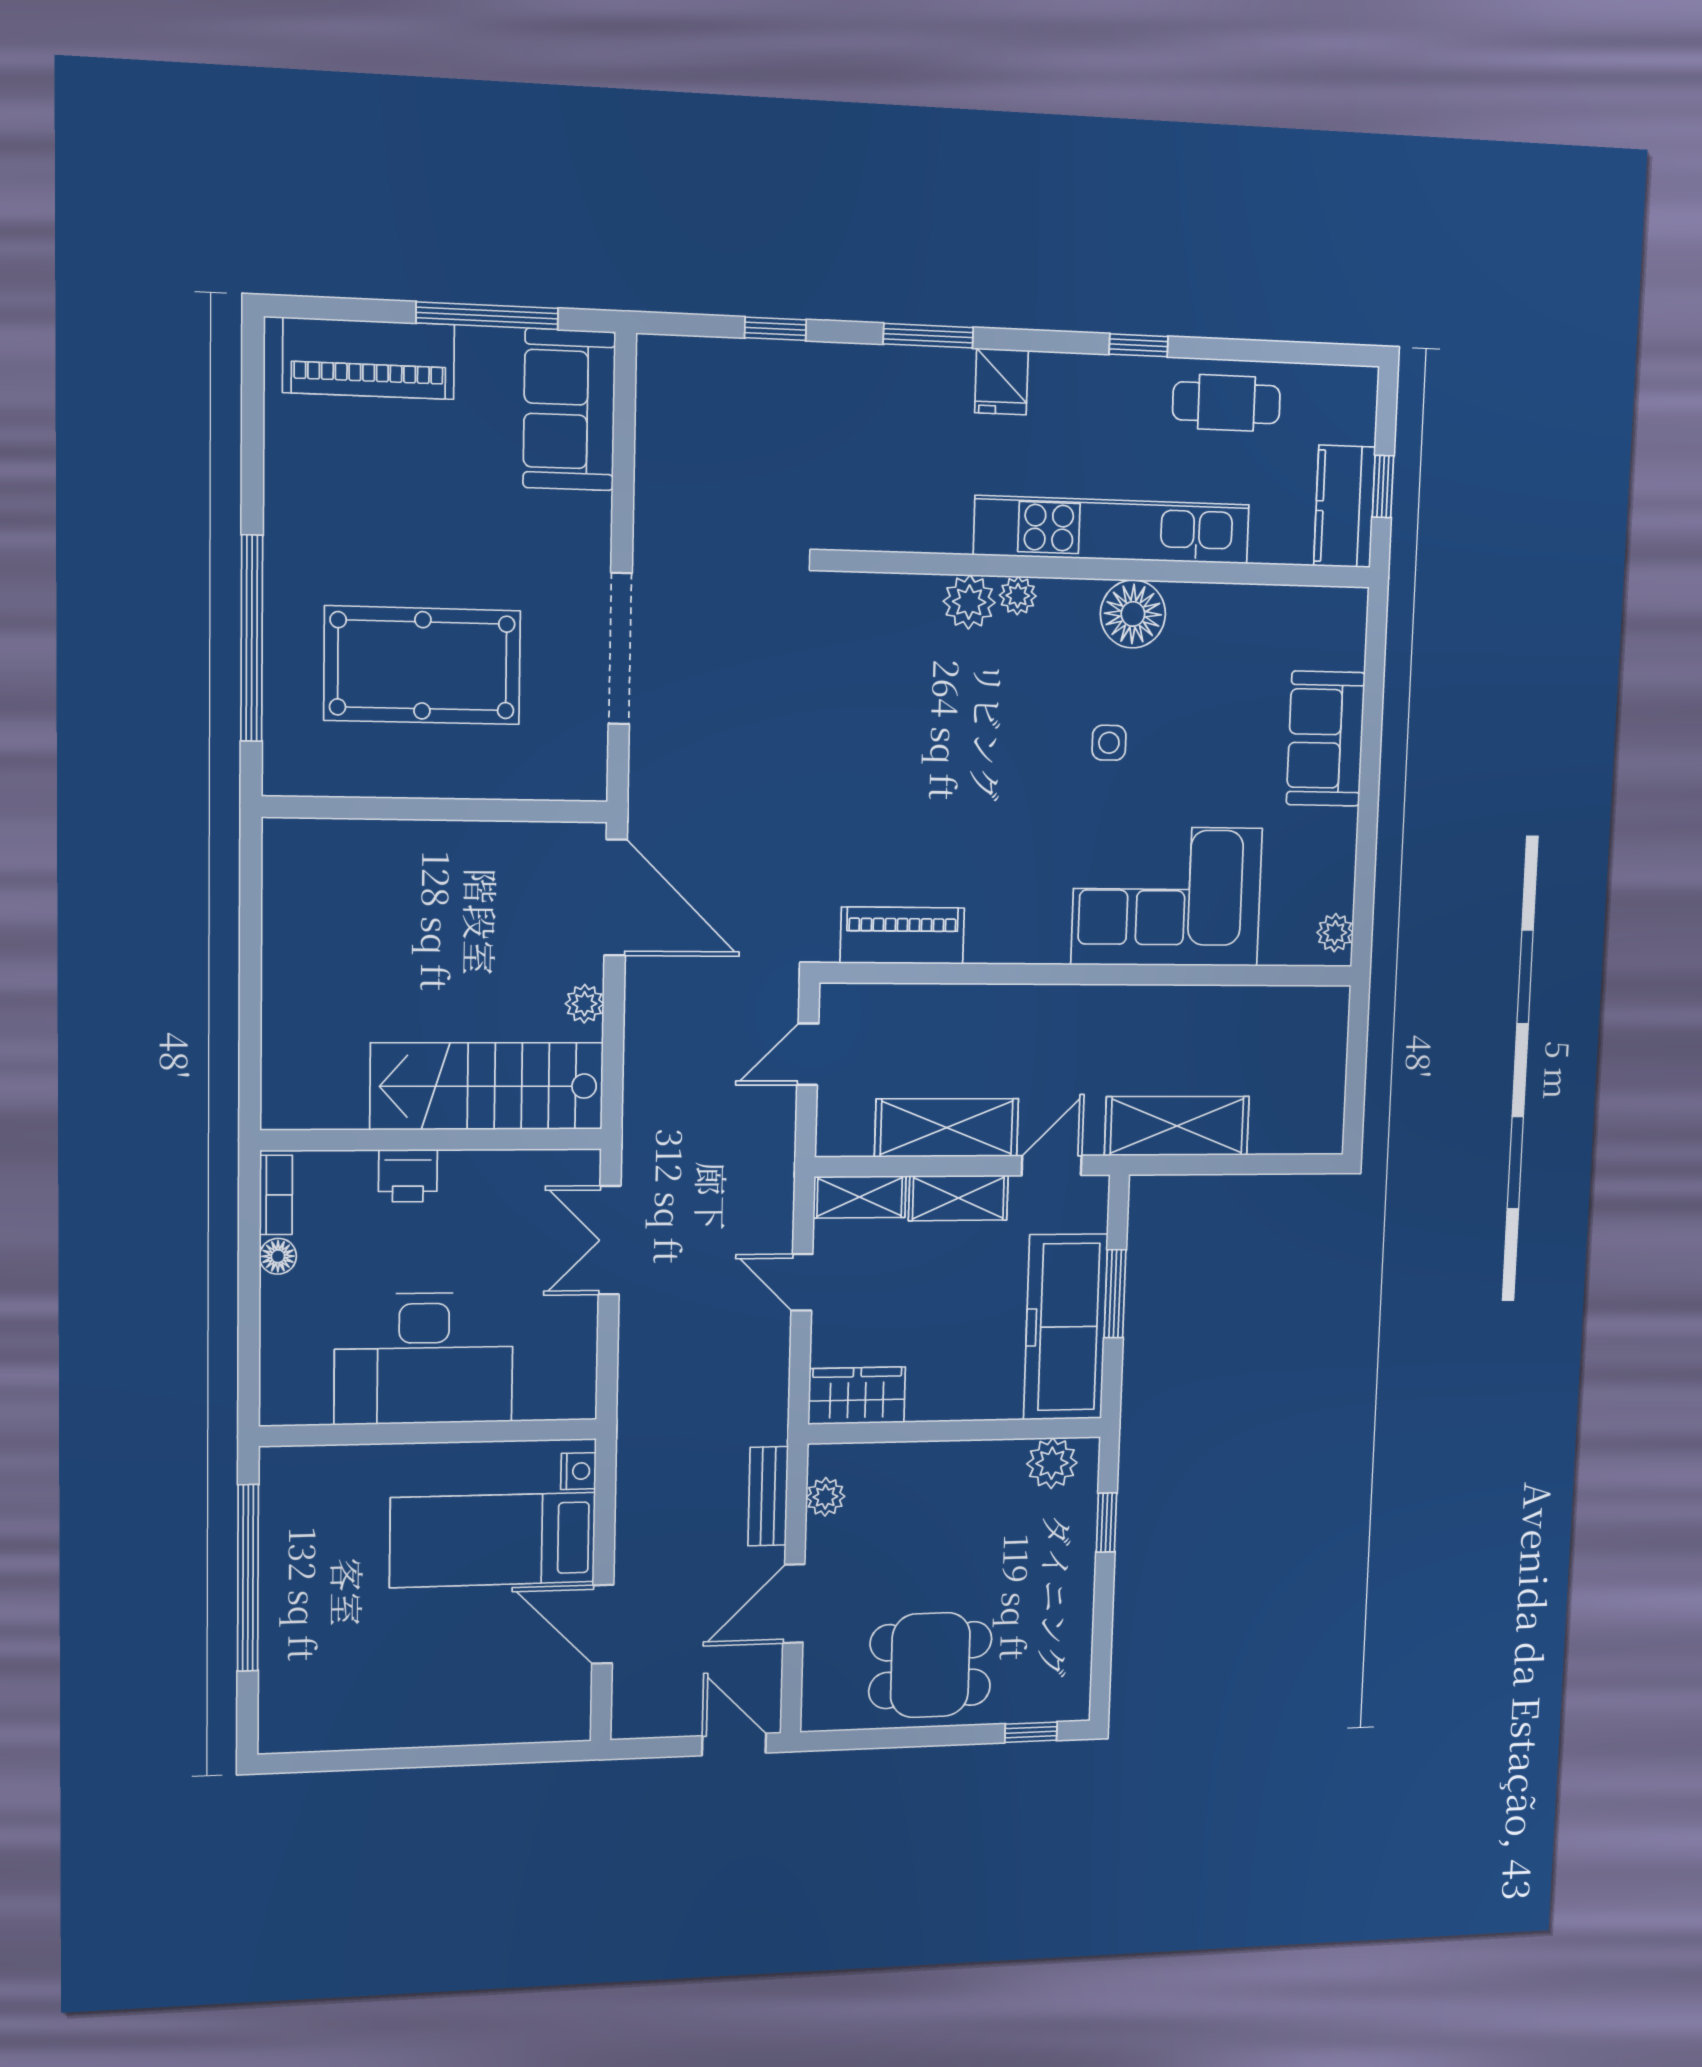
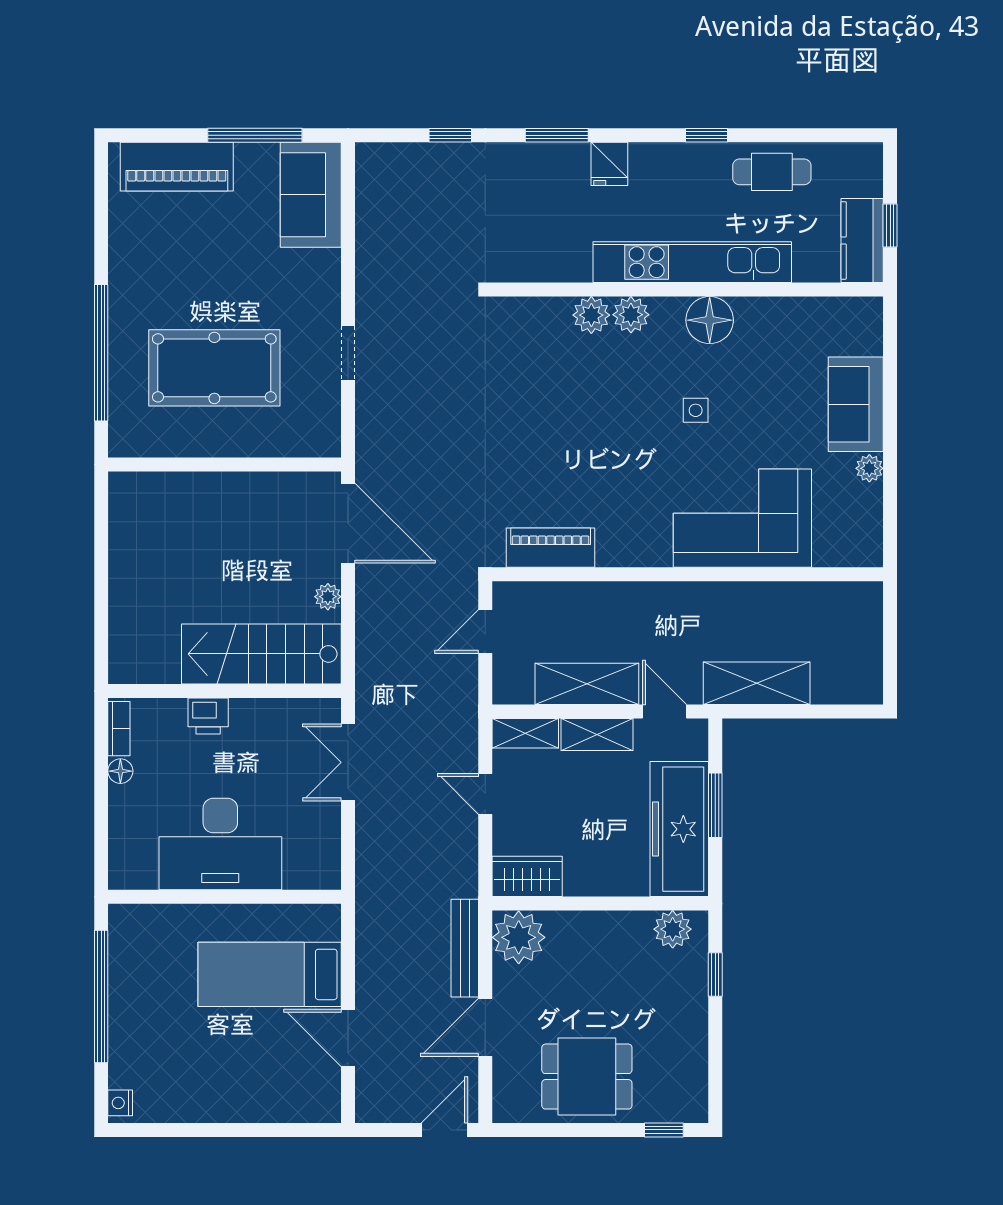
plant: (1018, 596) -> (631, 315), width x1.38, depth x1.38
doorway: (620, 649) -> (348, 353), width x0.53
plant: (1335, 933) -> (869, 468), moved
door: (1052, 1165) -> (665, 711), hinge flipped
nightstand: (578, 1471) -> (120, 1103), moved, turned 180
bench: (768, 1496) -> (465, 948), width x1.36
plant: (825, 1497) -> (519, 937), width x1.87, depth x1.87
door: (734, 1744) -> (444, 1130), hinge flipped

